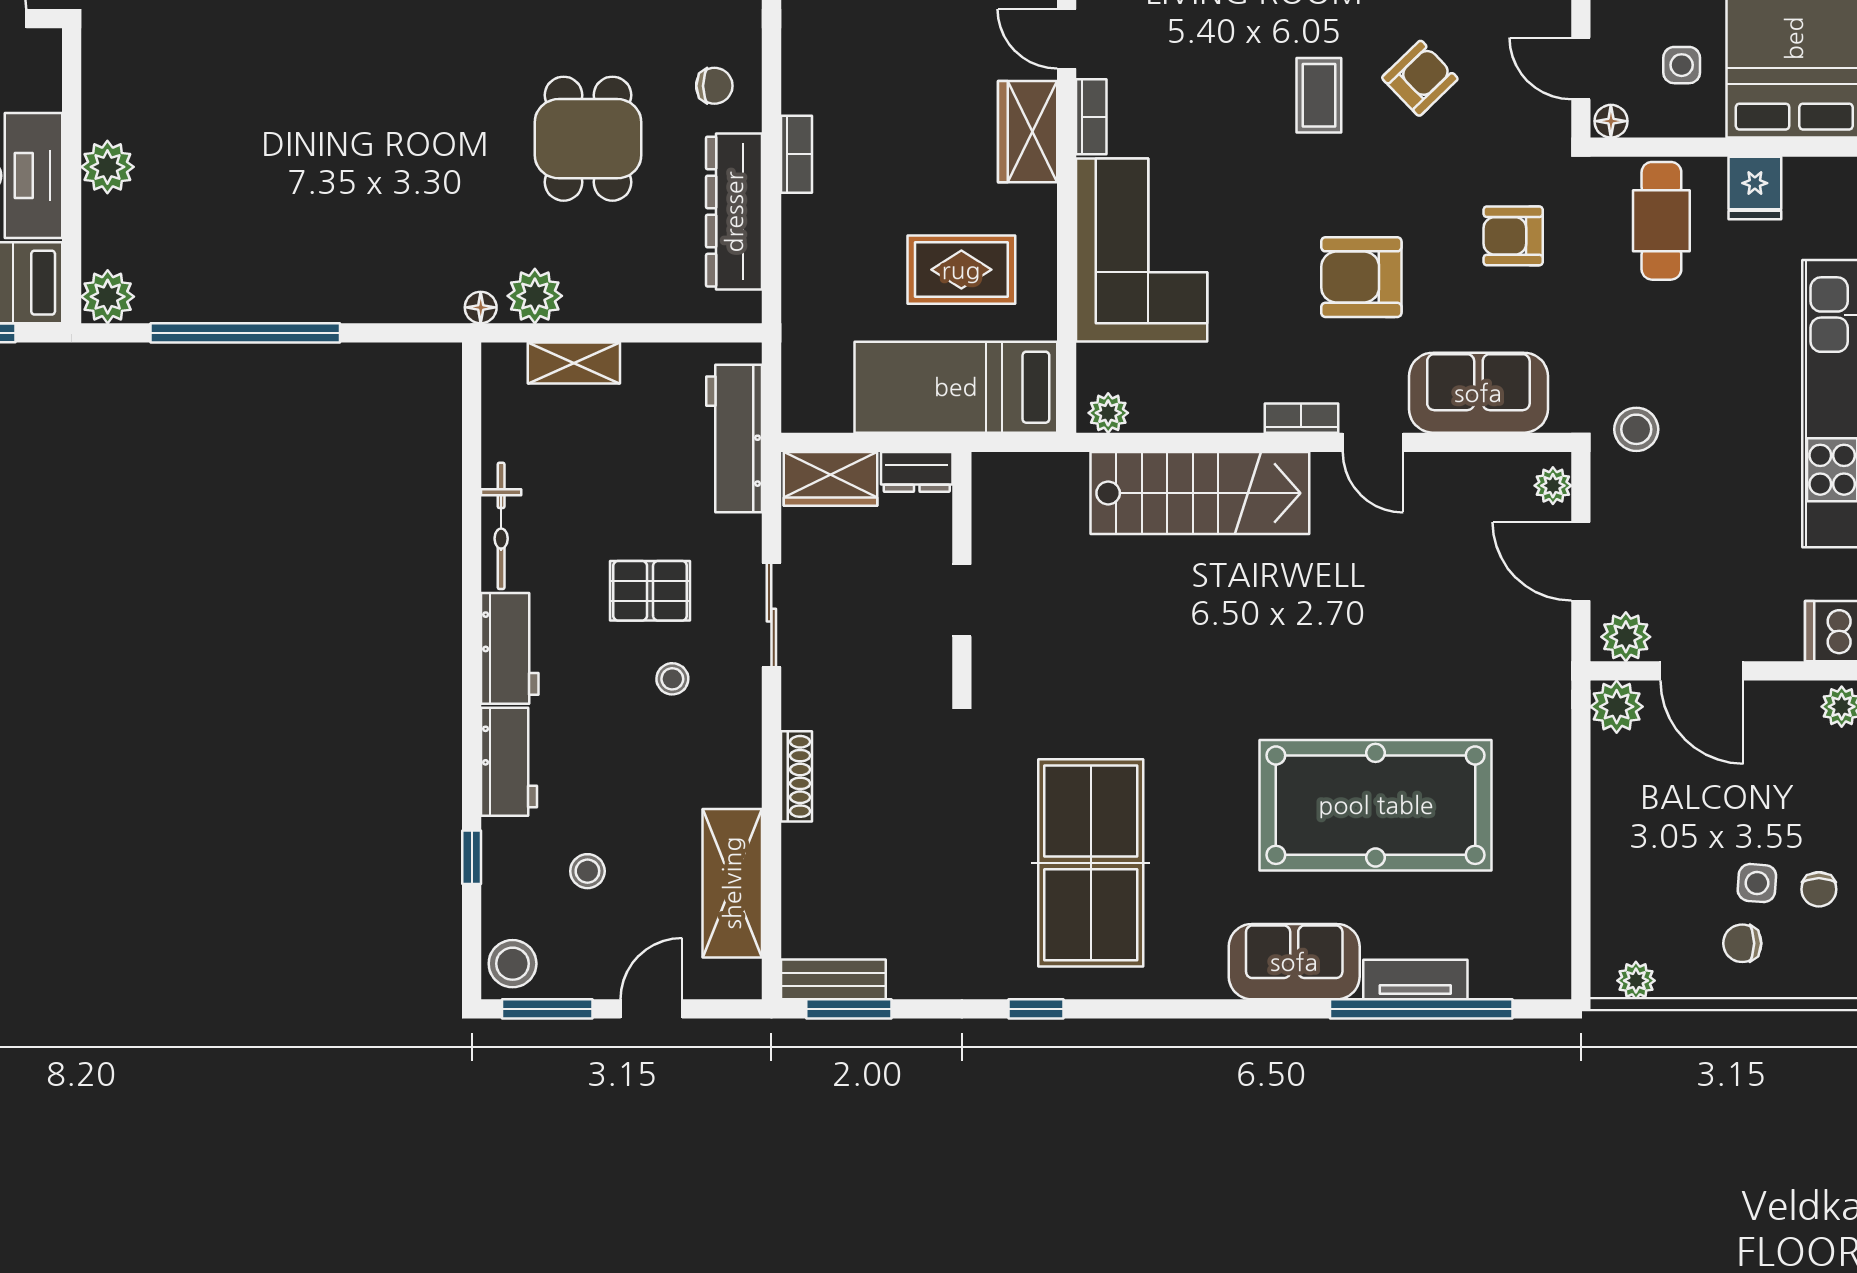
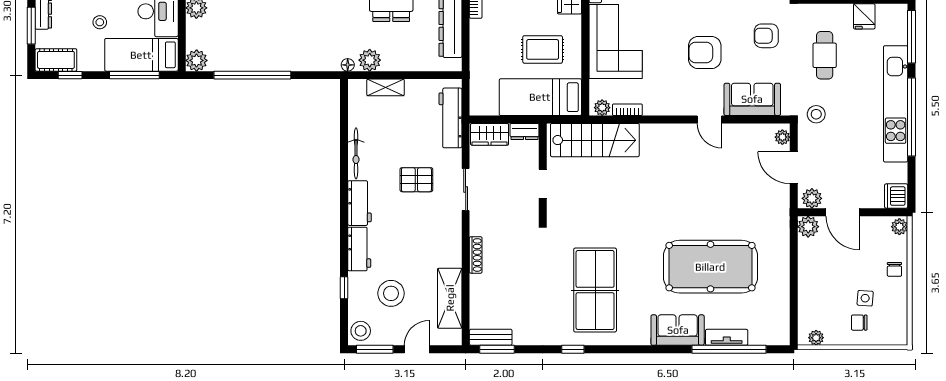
cafe table: (1661, 221) -> (825, 55), moved
bookcase: (1301, 418) -> (627, 110), moved
stairs: (1200, 493) -> (595, 140), moved
stool: (672, 679) -> (425, 215), removed
stool: (587, 871) -> (391, 293), width x1.89, depth x1.89
chair: (1819, 889) -> (894, 269), moved

